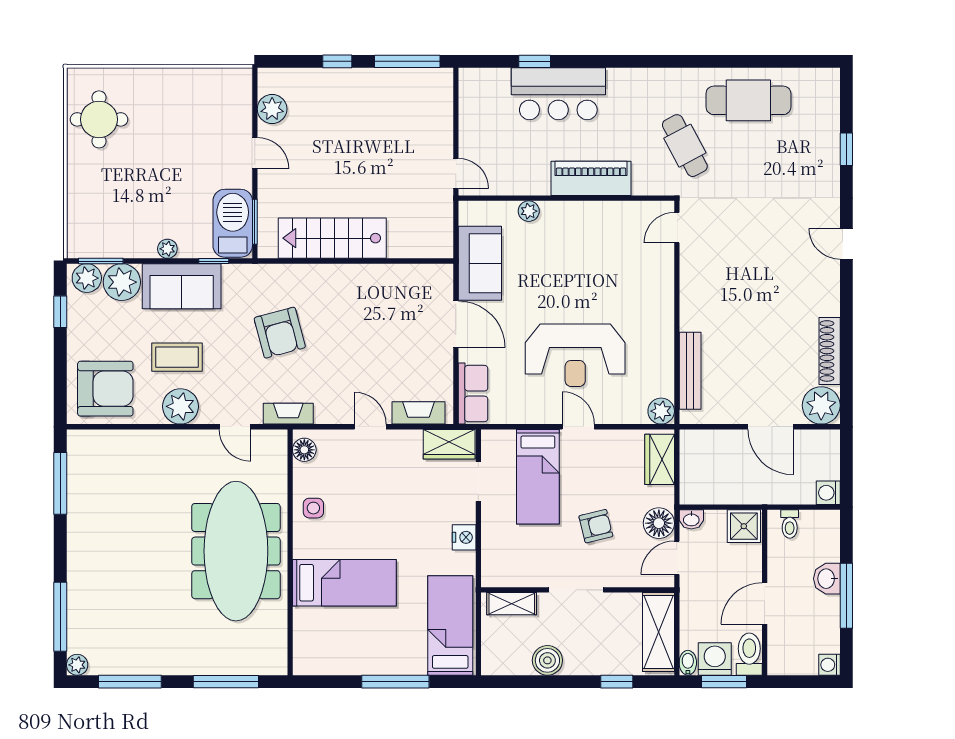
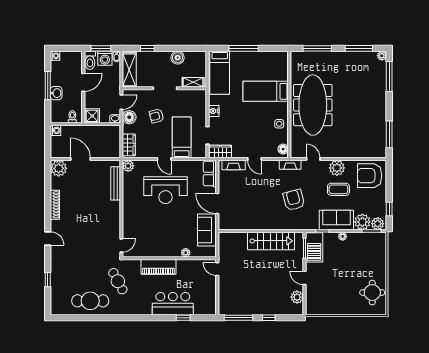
shoe rack: (830, 351) -> (55, 205), moved
reception desk: (575, 355) -> (165, 190), turned 180

